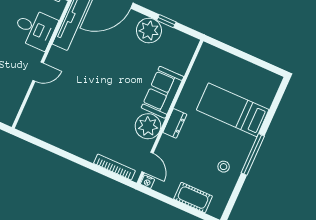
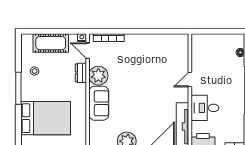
bed: (233, 110) -> (46, 118), width x1.50
dresser: (175, 123) -> (81, 73), moved
cot: (193, 198) -> (51, 43), width x1.37, depth x1.34

